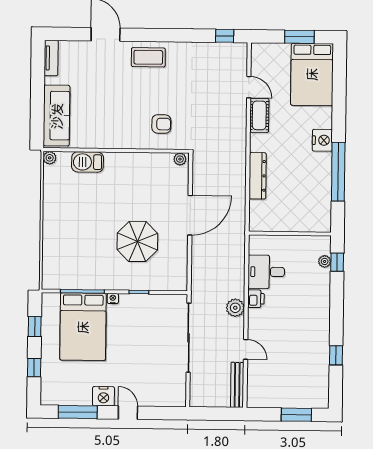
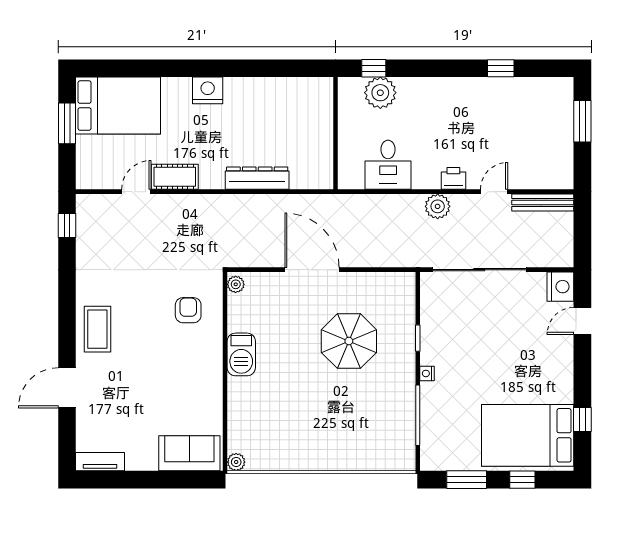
sofa: (57, 116) -> (189, 453), width x0.73
barbecue: (87, 162) -> (241, 354), moved
window: (338, 172) -> (250, 68), removed
plant: (325, 261) -> (380, 93), width x1.88, depth x1.88
printer: (256, 299) -> (453, 178), moved
window: (35, 327) -> (467, 480), width x1.50
bed: (83, 327) -> (528, 435), moved, turned 180
nightstand: (103, 396) -> (560, 287), moved
window: (78, 412) -> (582, 420), width x0.46
door: (128, 413) -> (582, 321), moved

